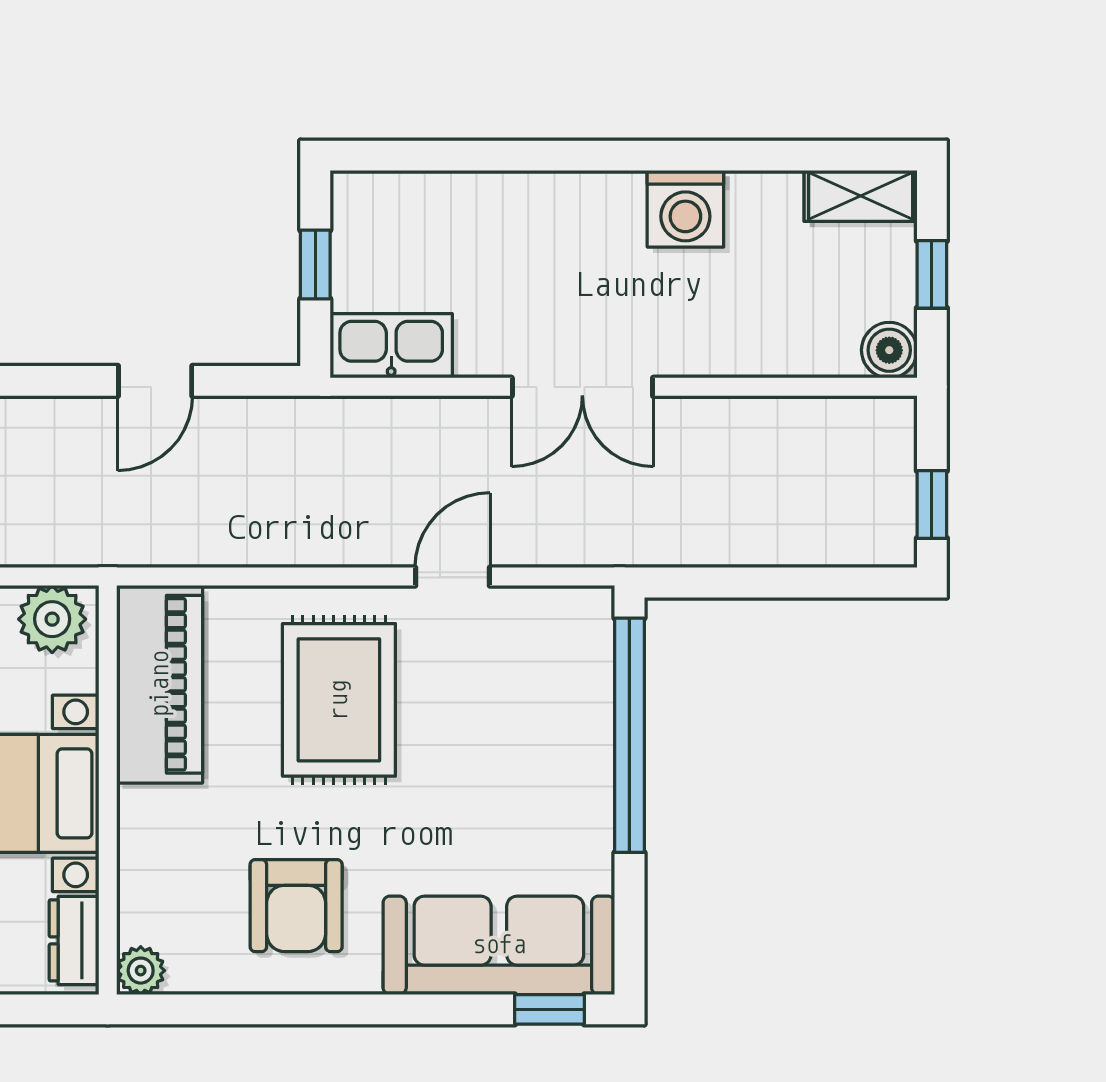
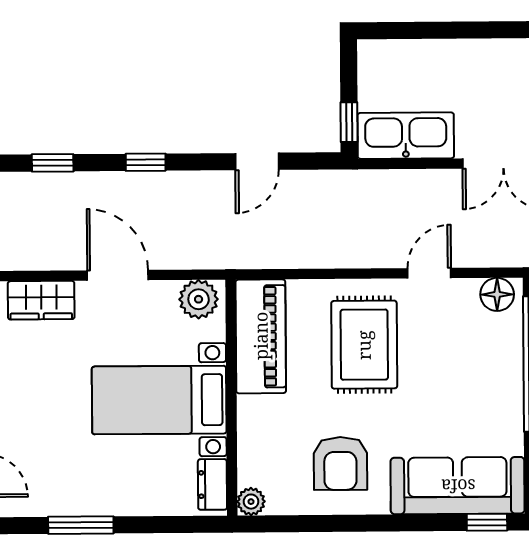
window: (315, 264) -> (349, 122), moved
kitchen sink: (391, 346) -> (406, 136), width x1.36, depth x1.24
floor lamp: (570, 614) -> (497, 294), added

